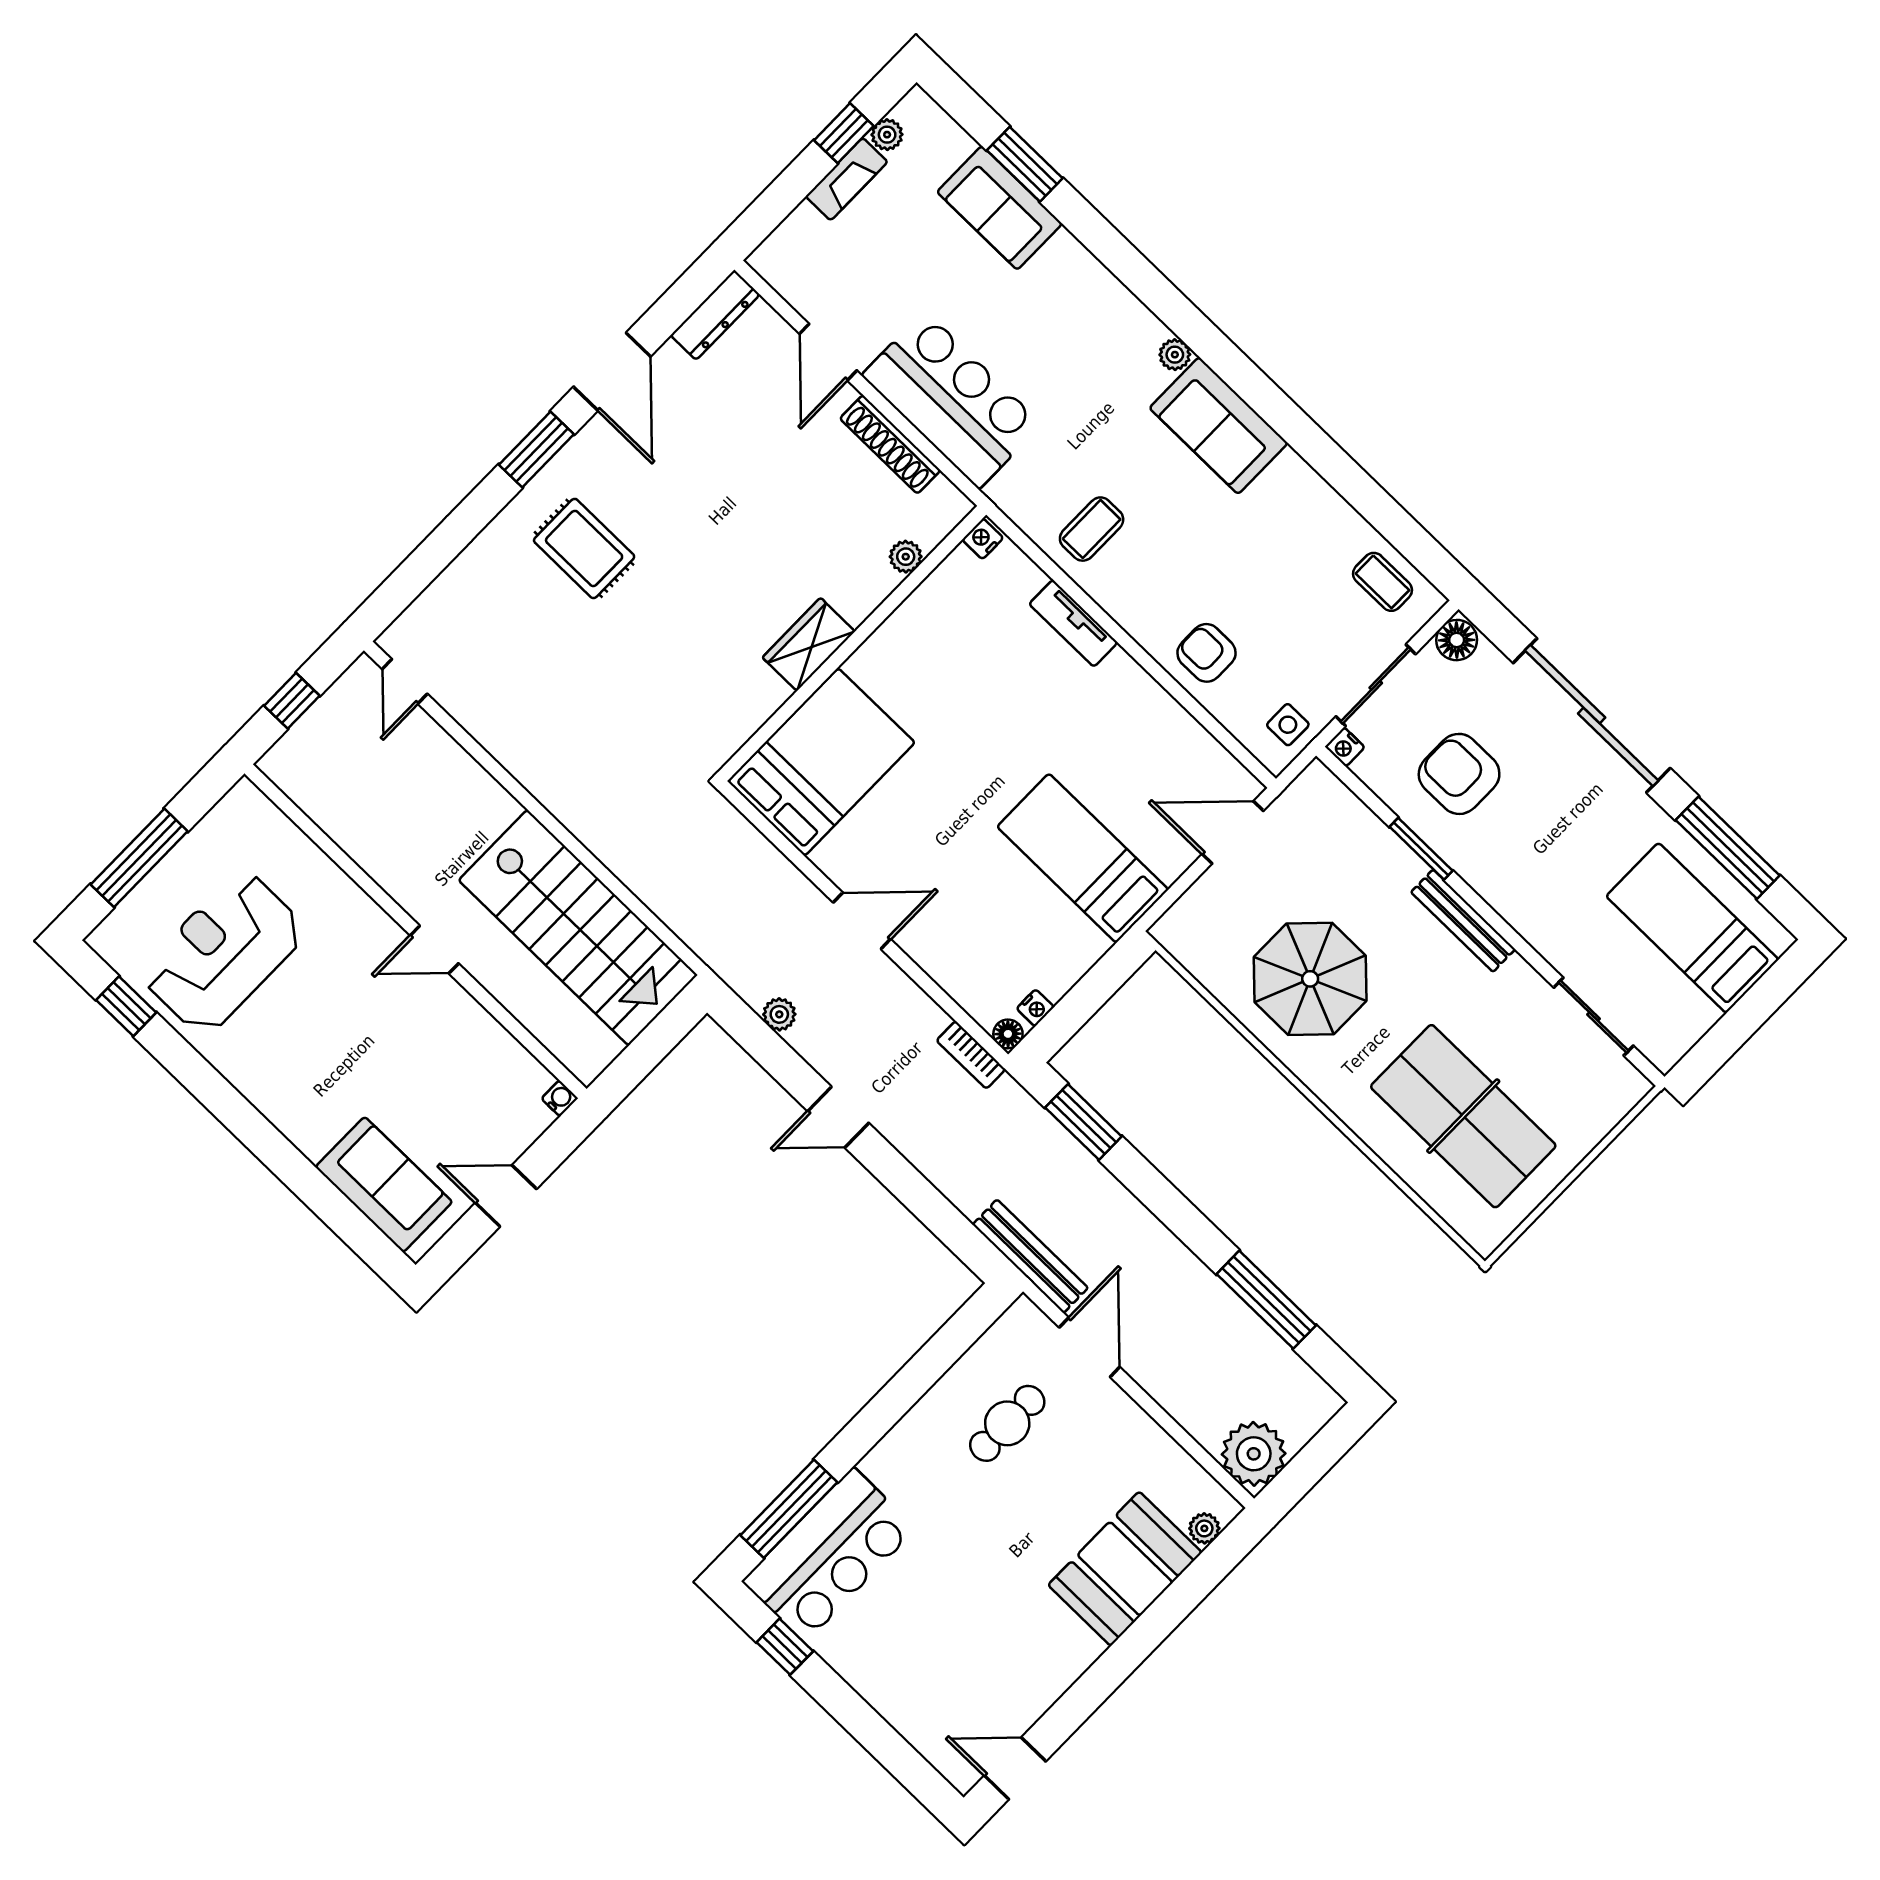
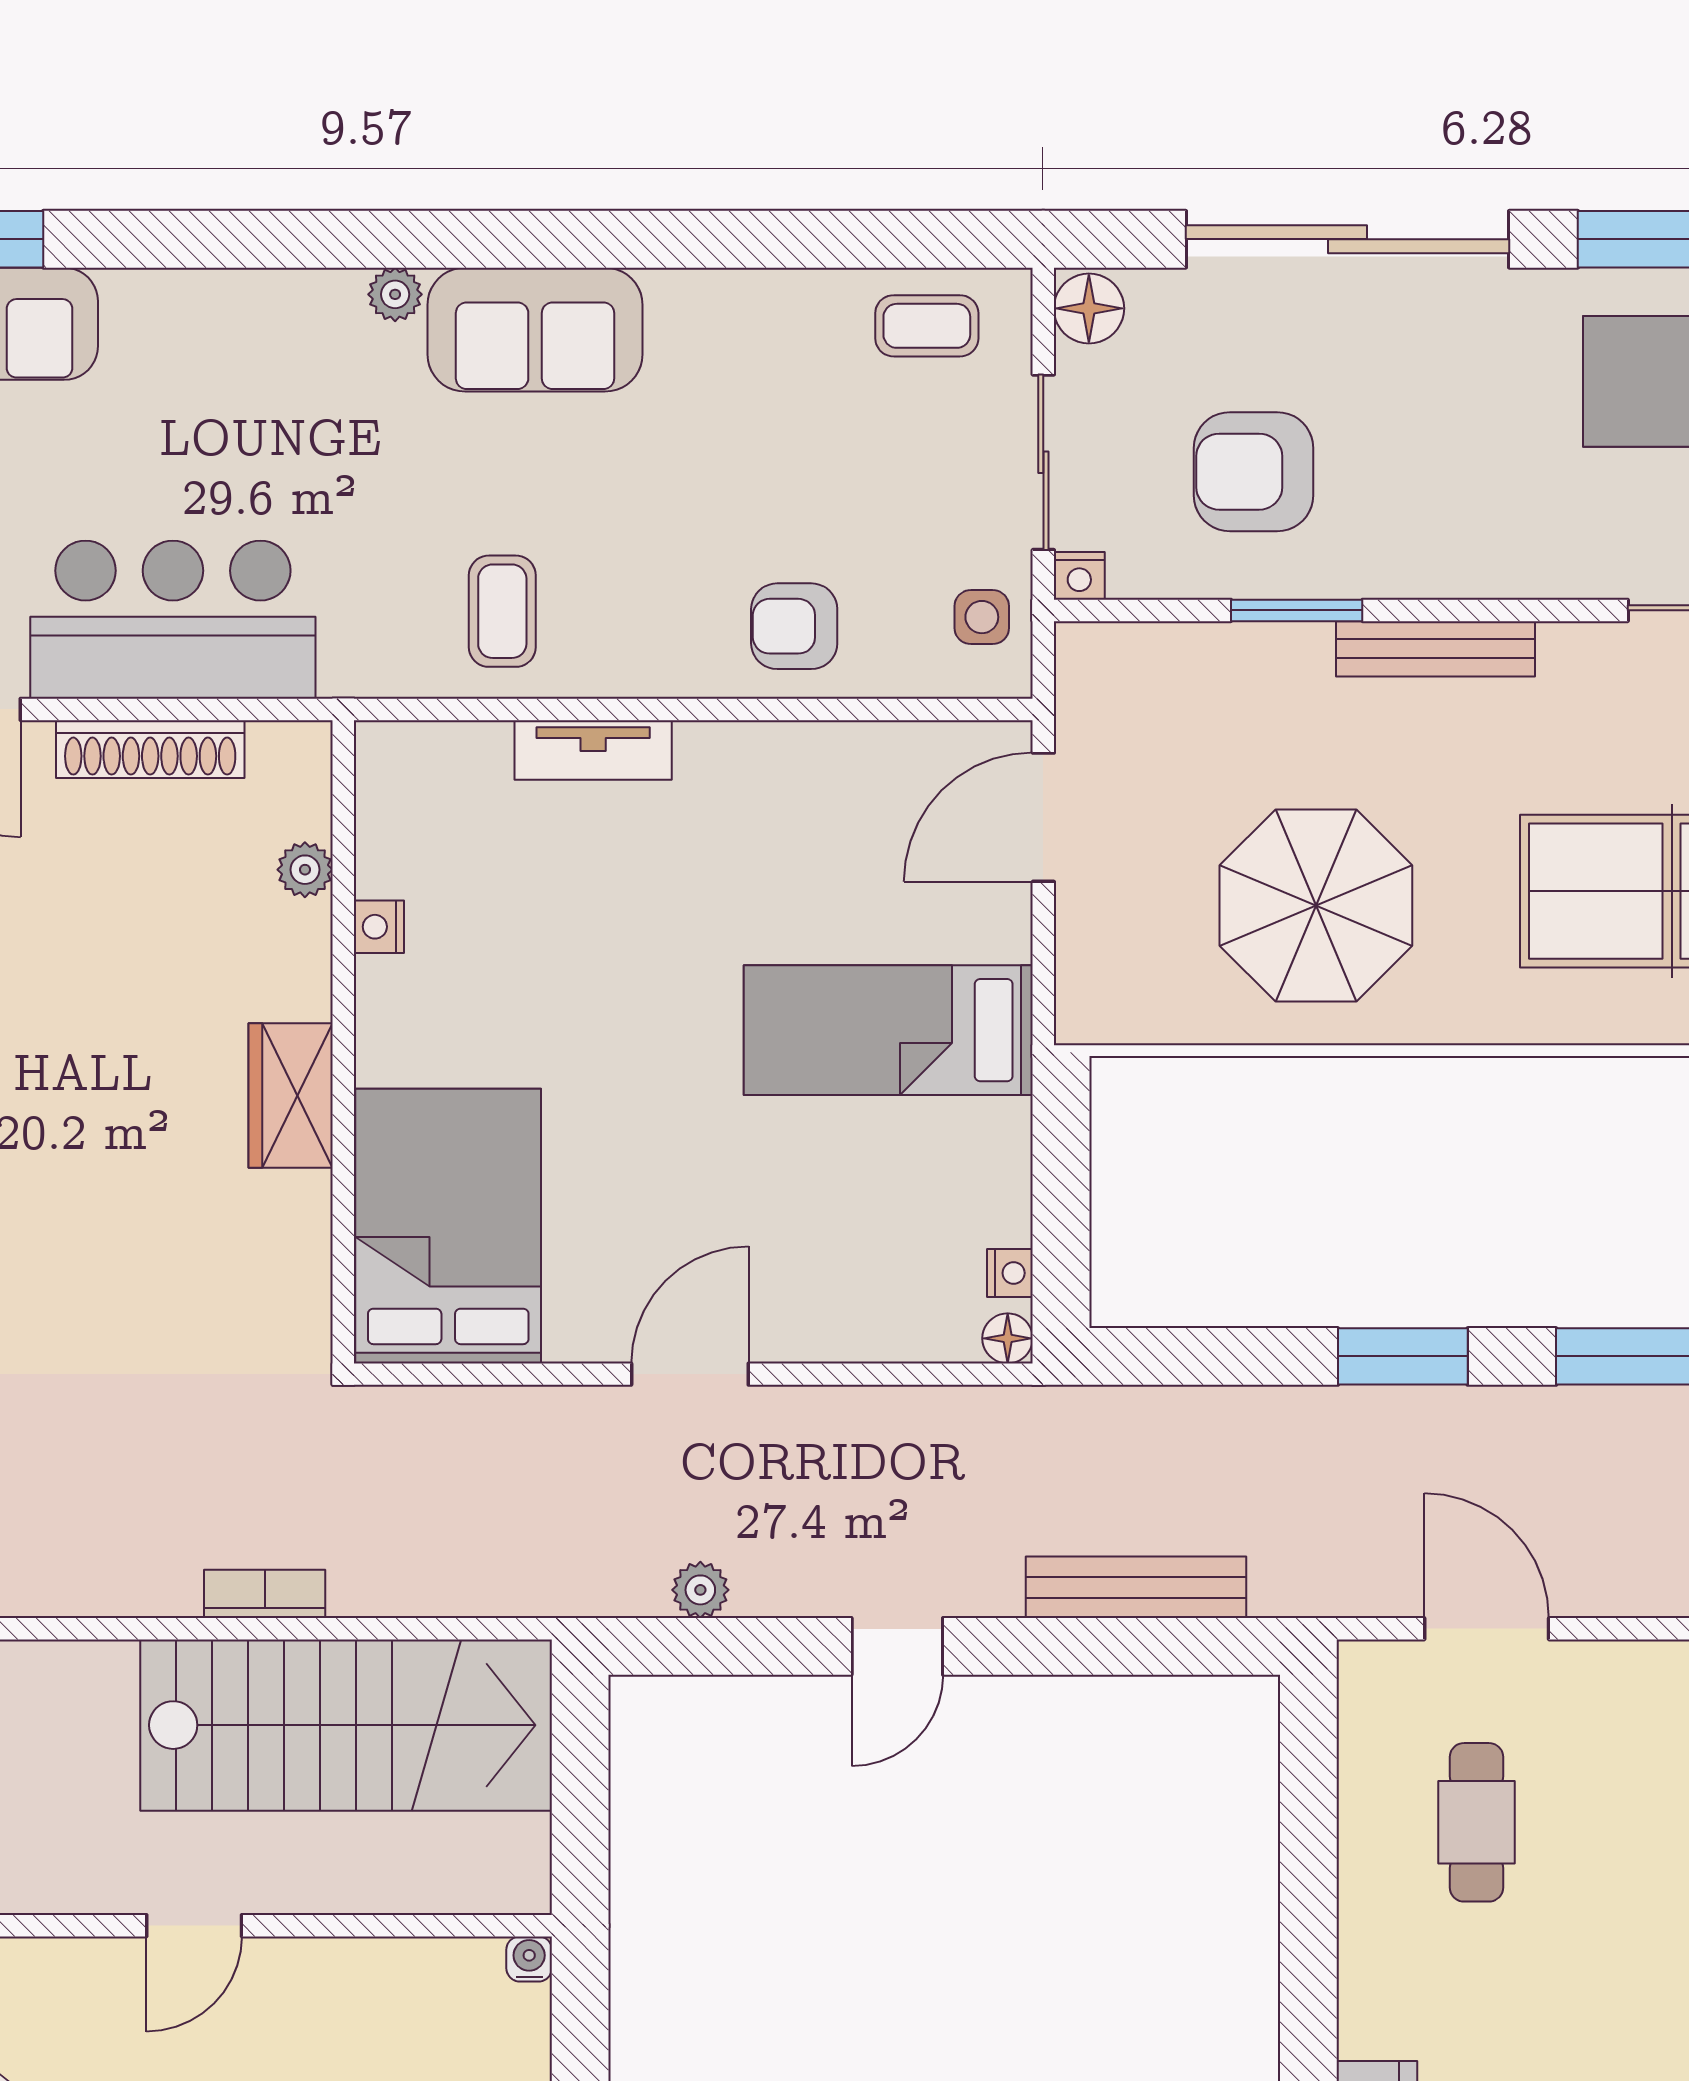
nightstand: (983, 539) -> (379, 927), moved
bookcase: (971, 1055) -> (265, 1594), moved, turned 180
window: (1083, 1122) -> (1403, 1356), moved
bench: (1030, 1256) -> (1136, 1587), moved

